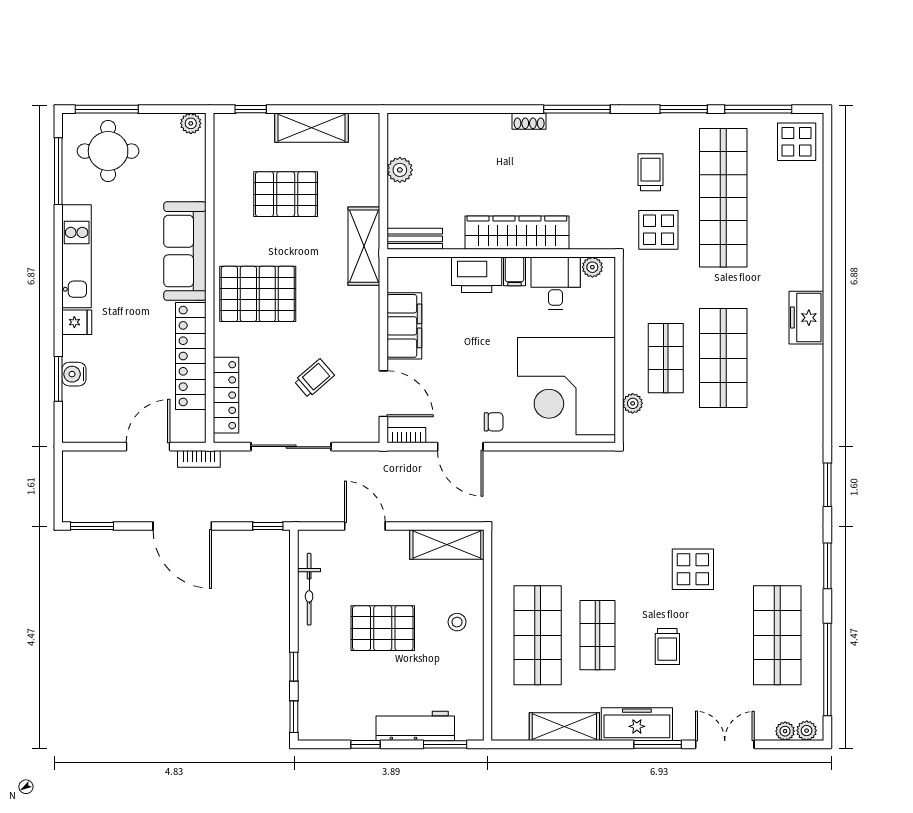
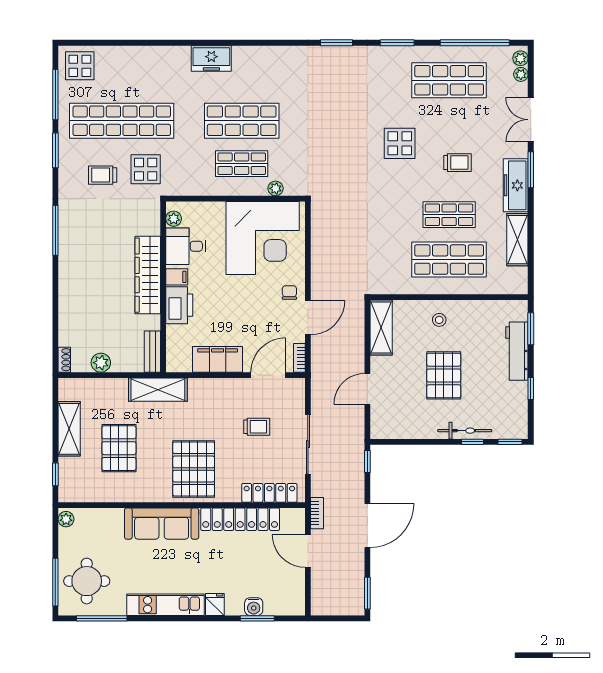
shoe rack: (529, 121) -> (64, 360), moved
trolley: (314, 378) -> (257, 427), turned 131
bicycle: (309, 589) -> (465, 431), moved

